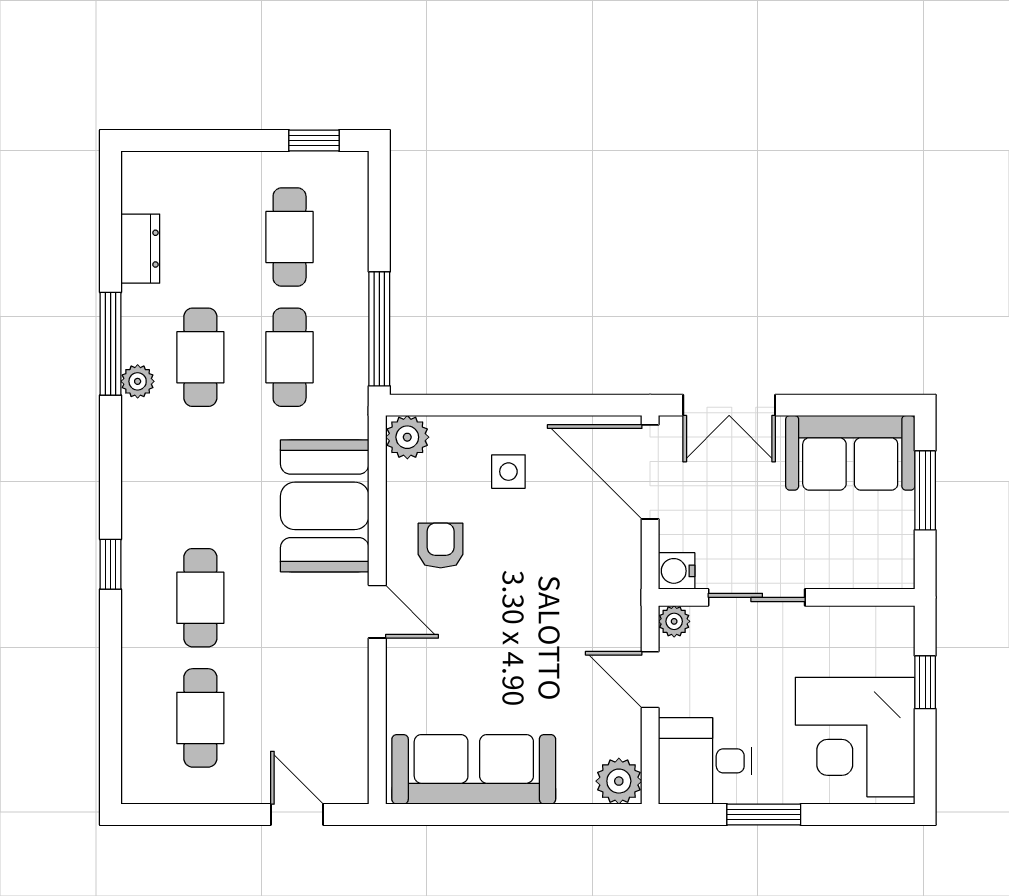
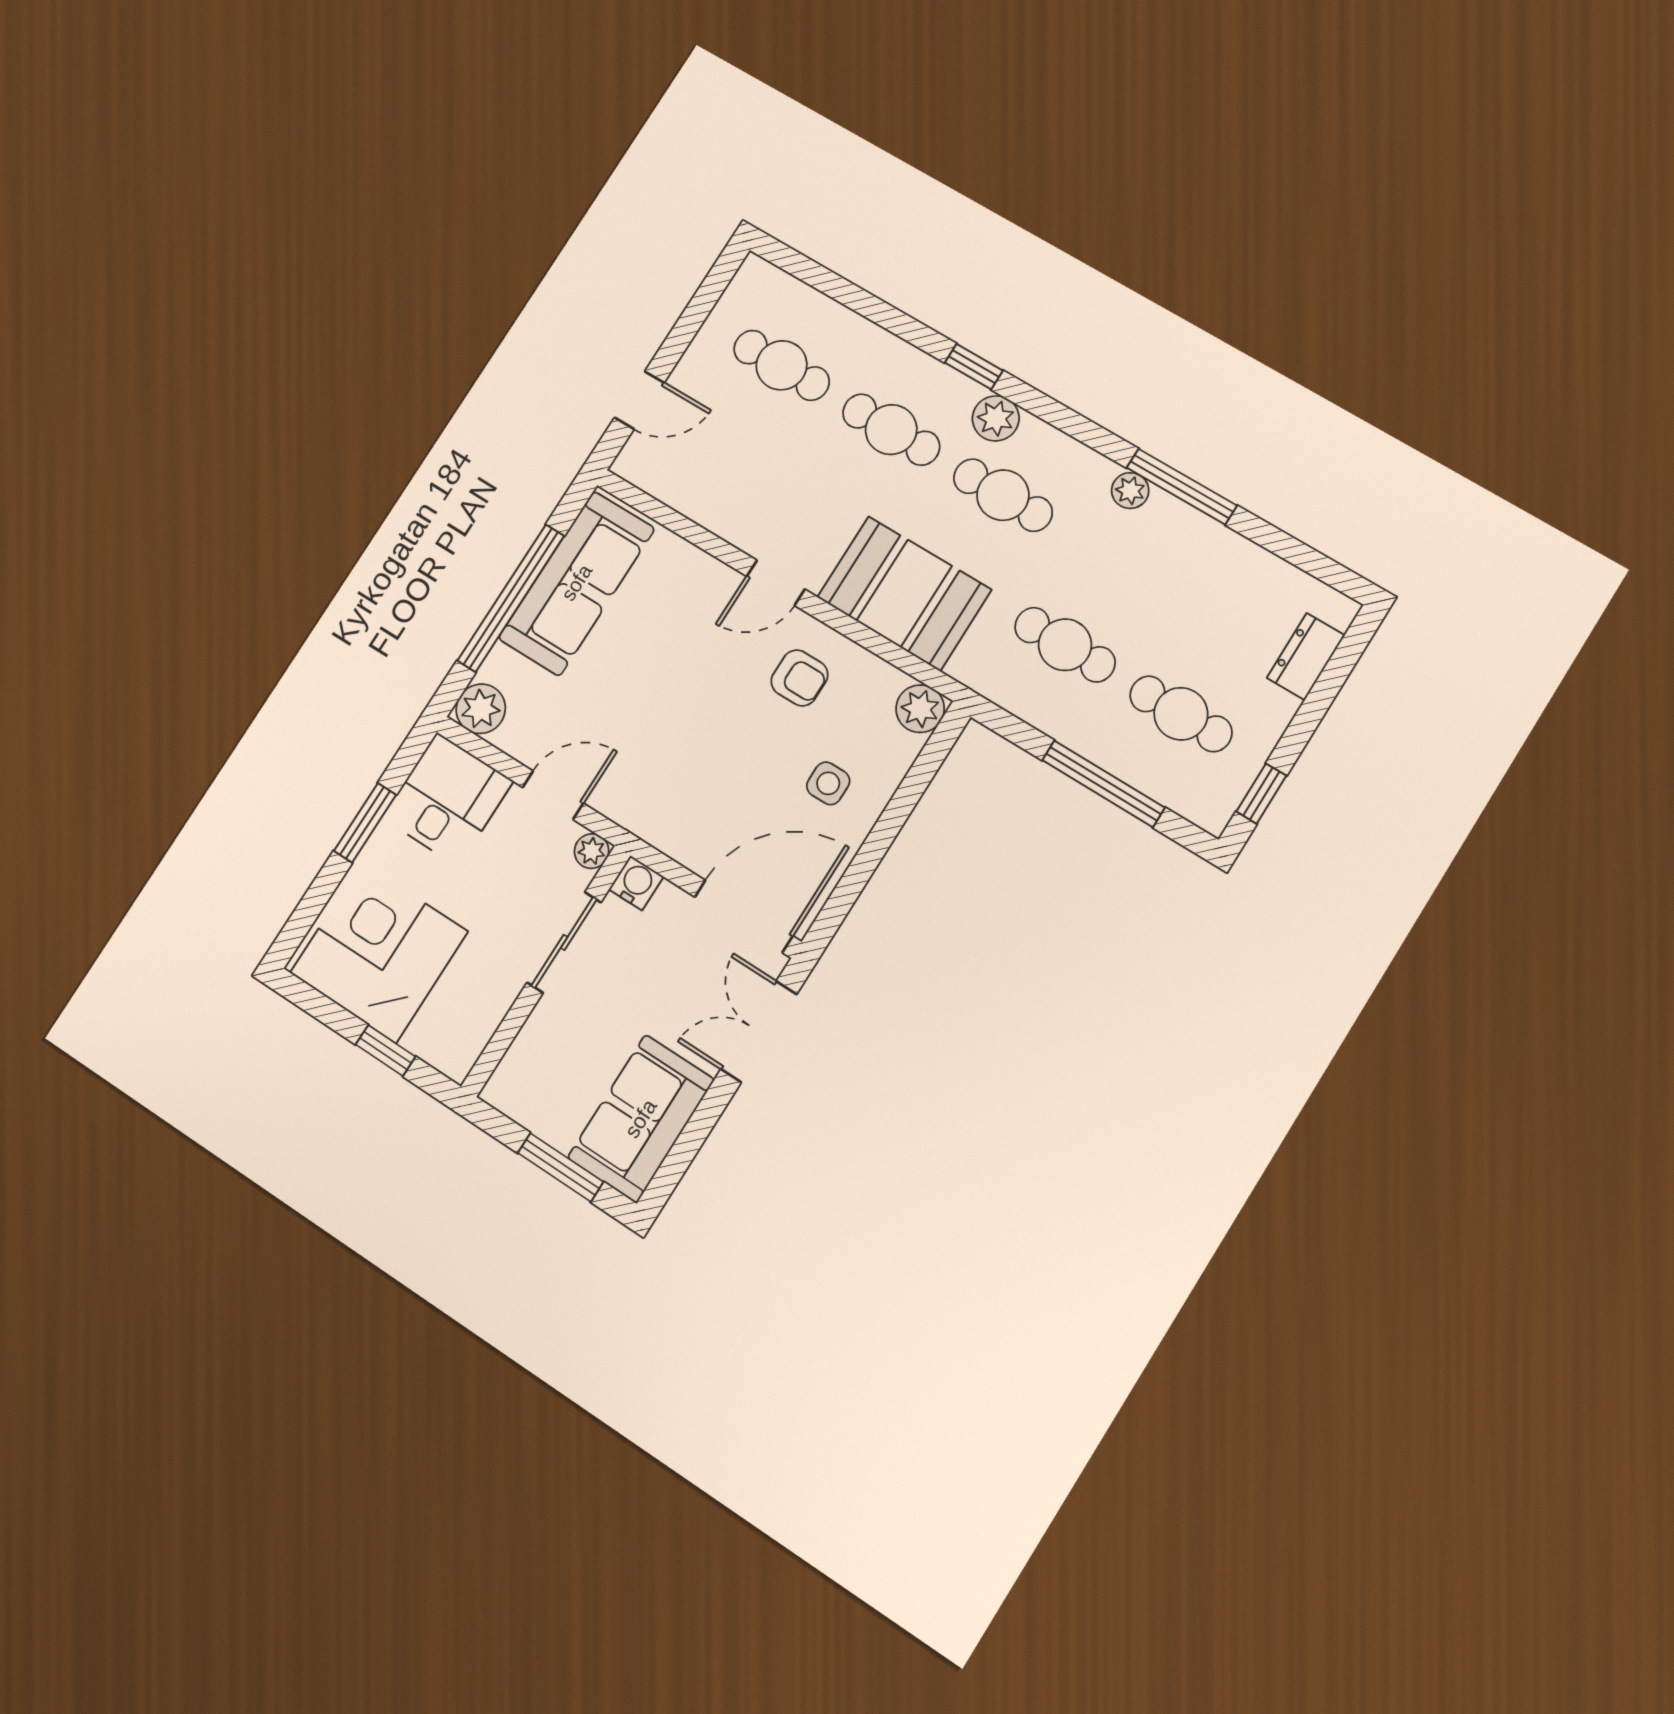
dresser: (140, 249) -> (1306, 656), moved, turned 90
window: (379, 329) -> (1103, 784), moved
cafe table: (200, 357) -> (1003, 495), moved
plant: (142, 521) -> (996, 418), added
window: (517, 814) -> (511, 598), added

